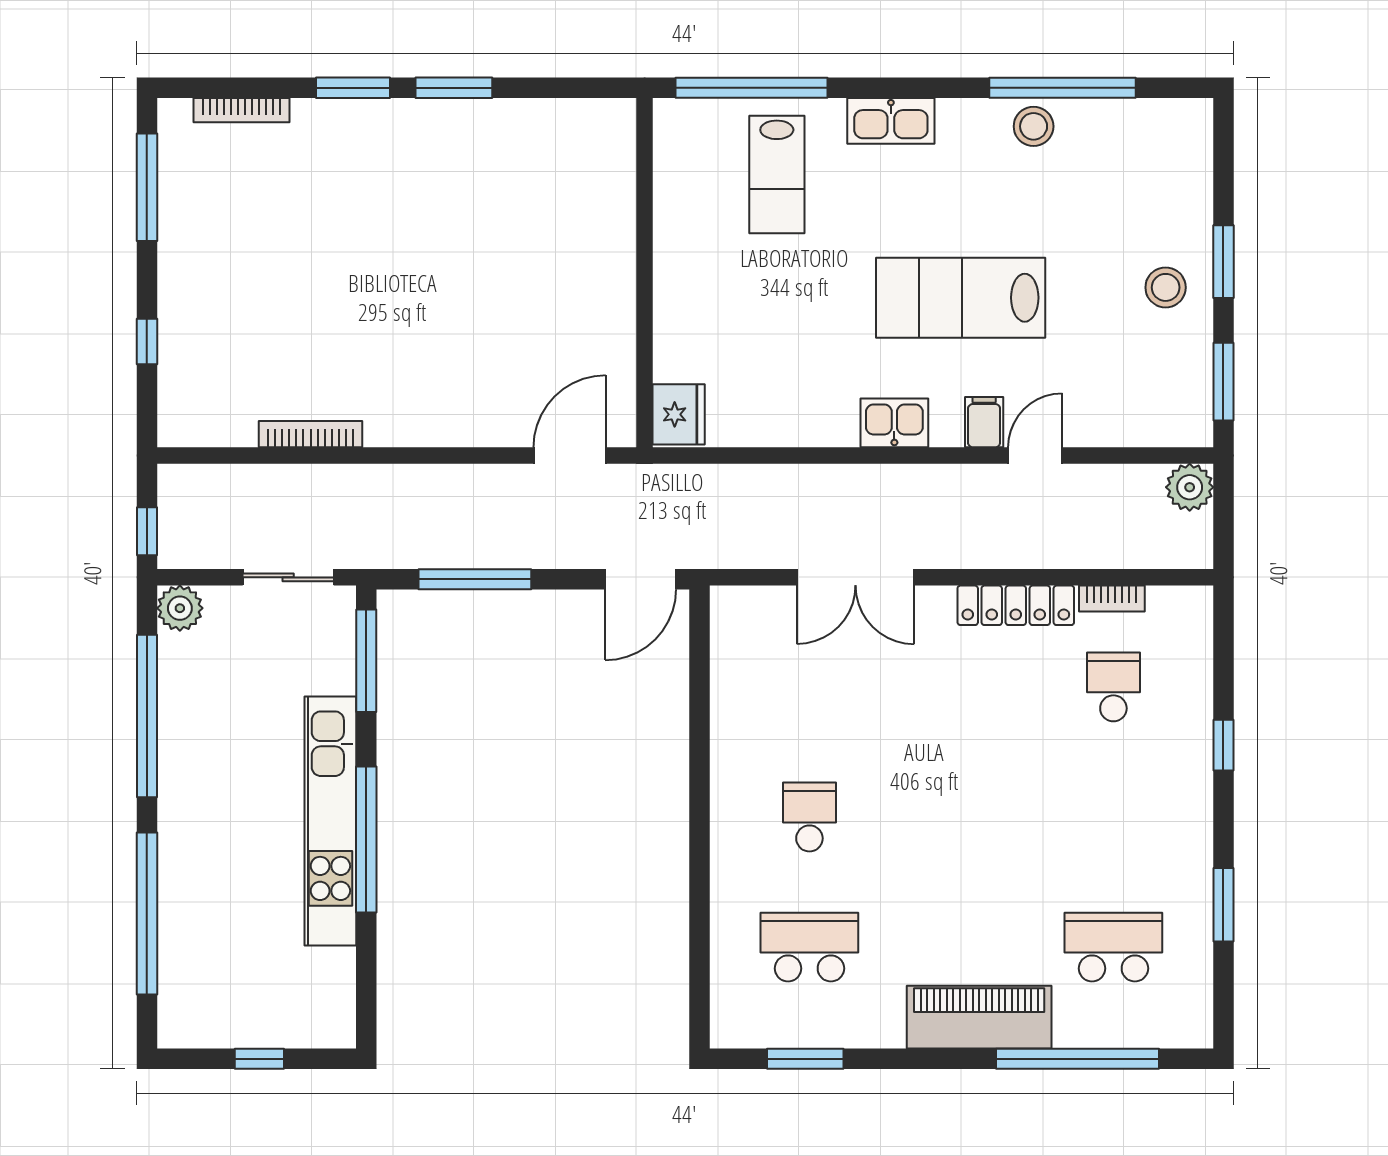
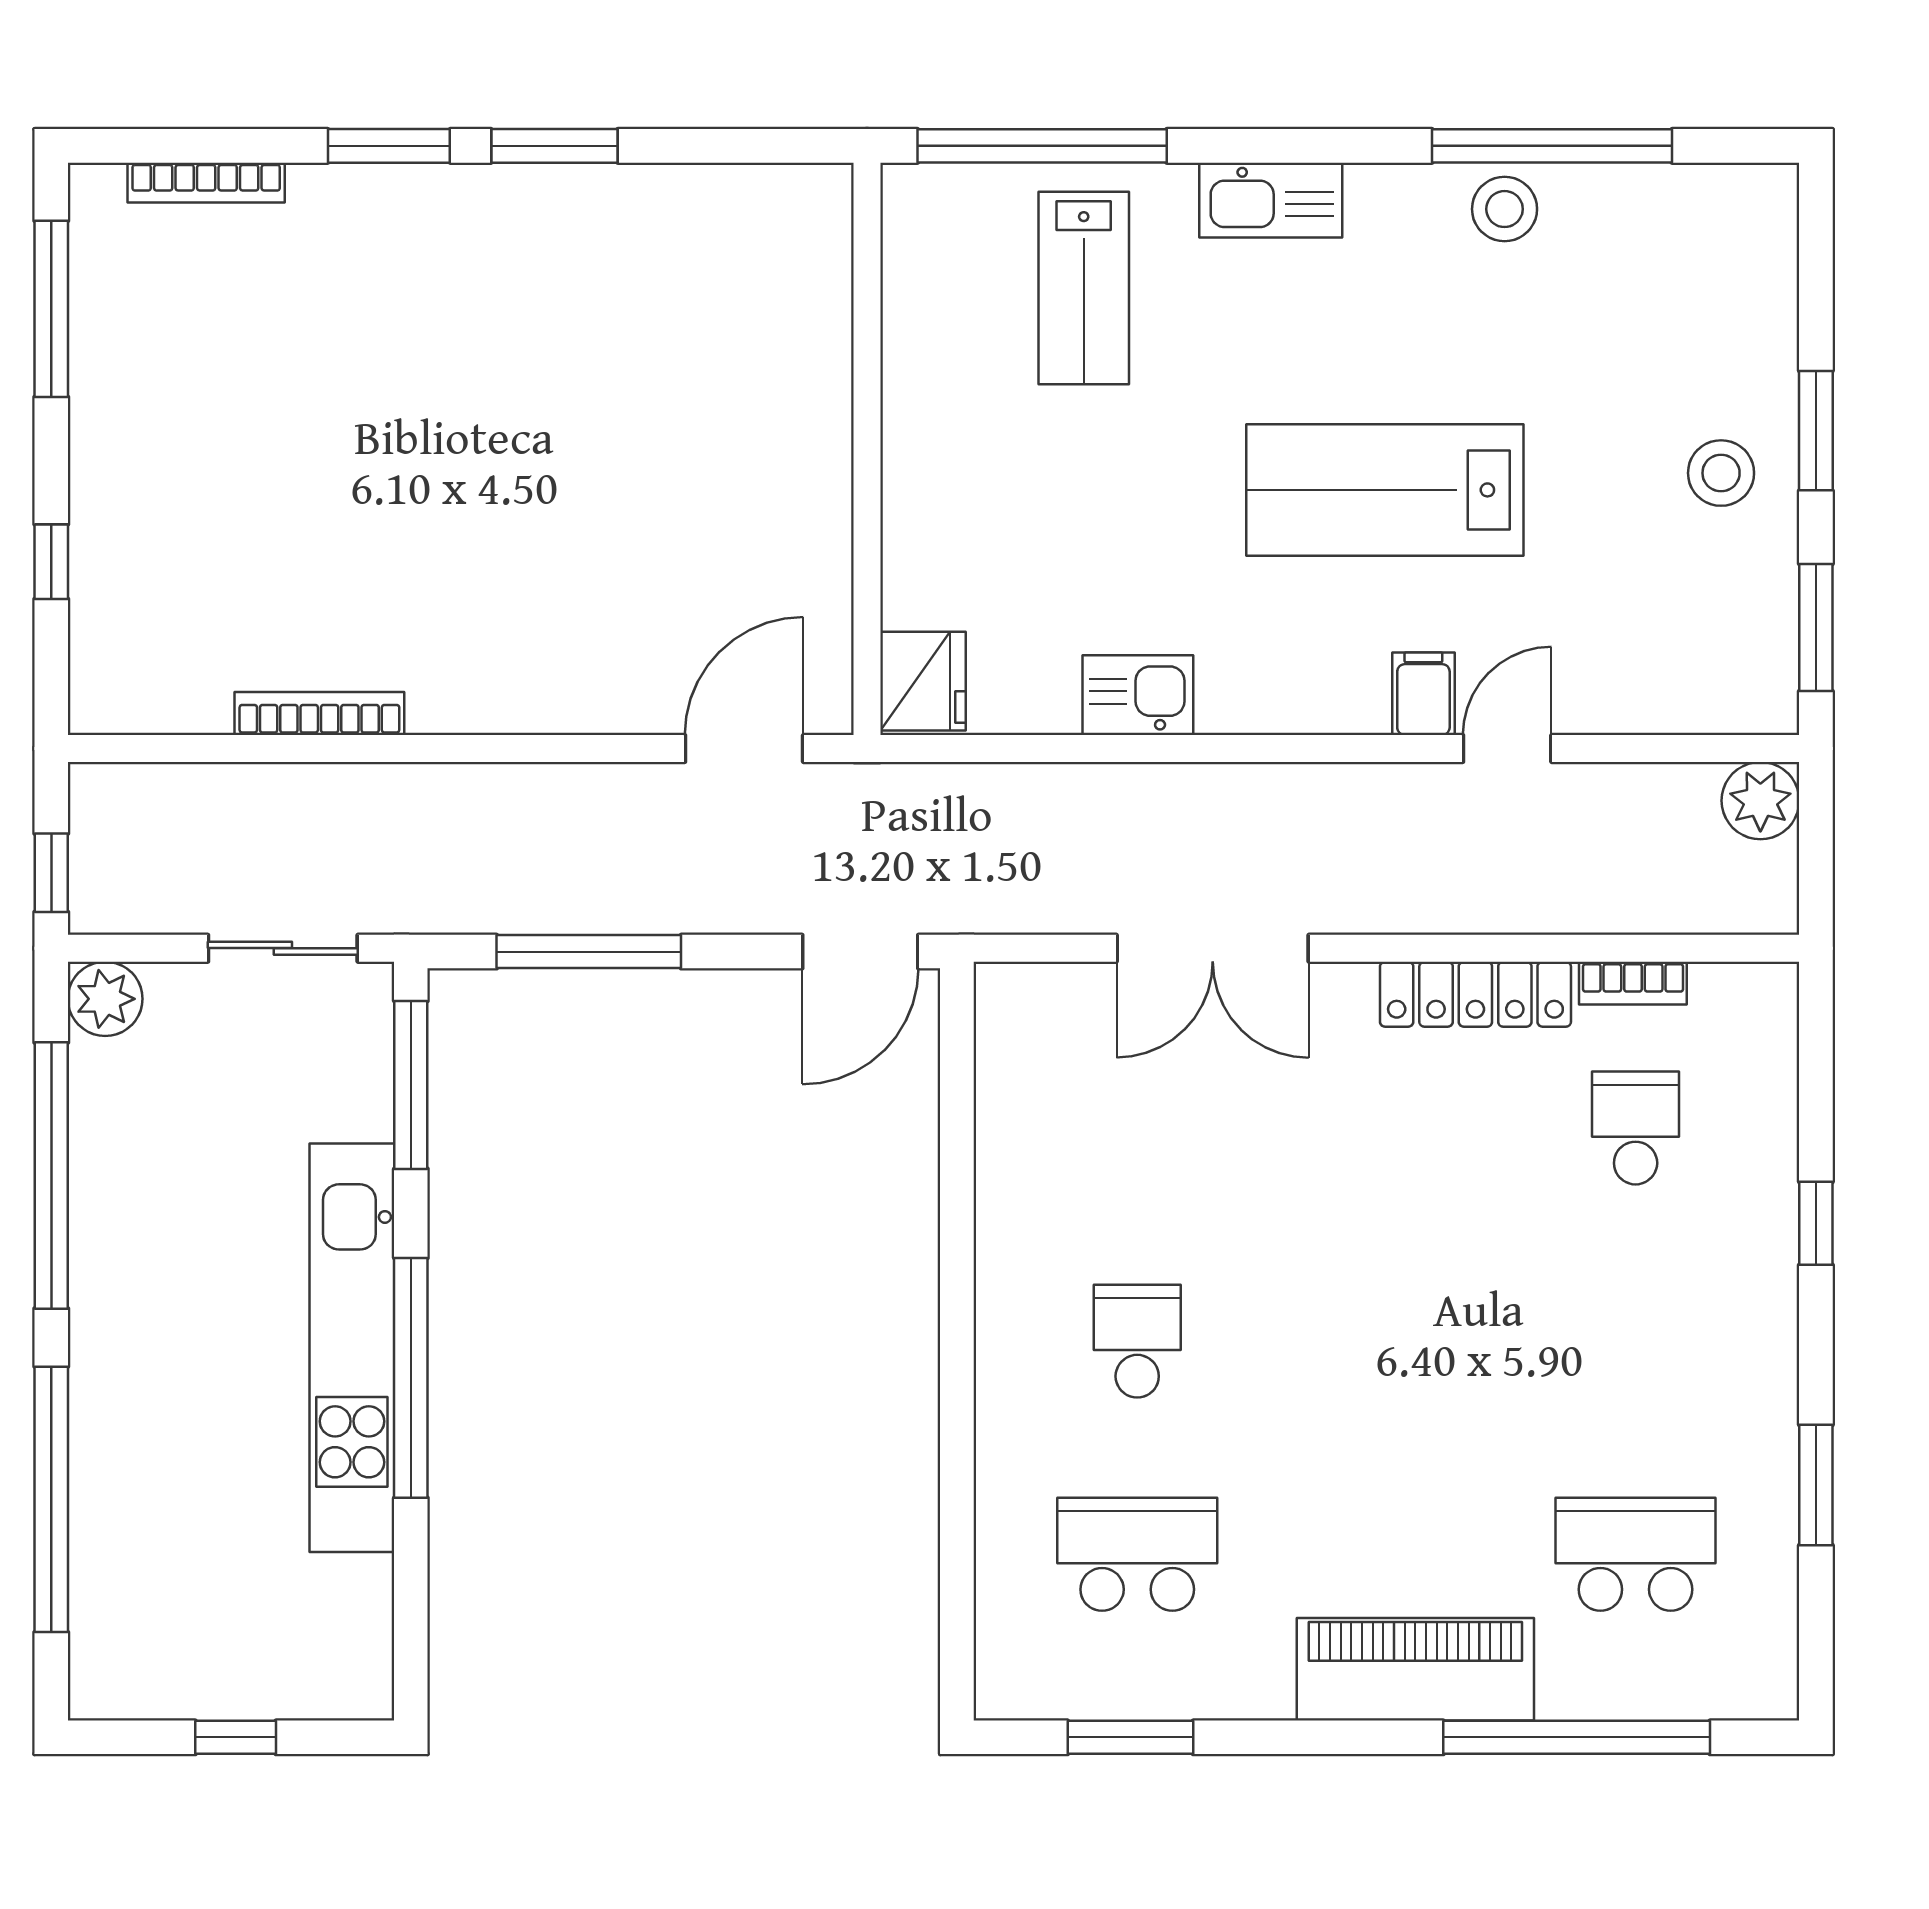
kitchen sink: (894, 423) -> (1138, 695), moved

